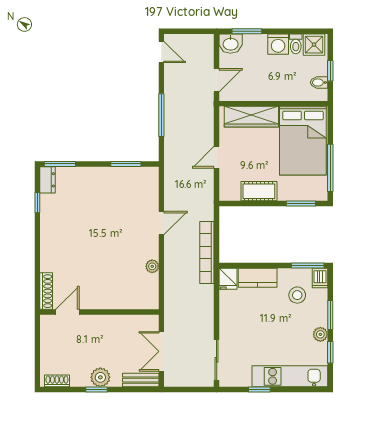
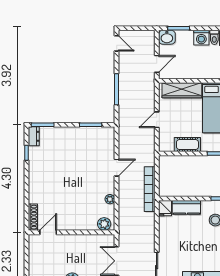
plant: (144, 300) -> (104, 224), added

